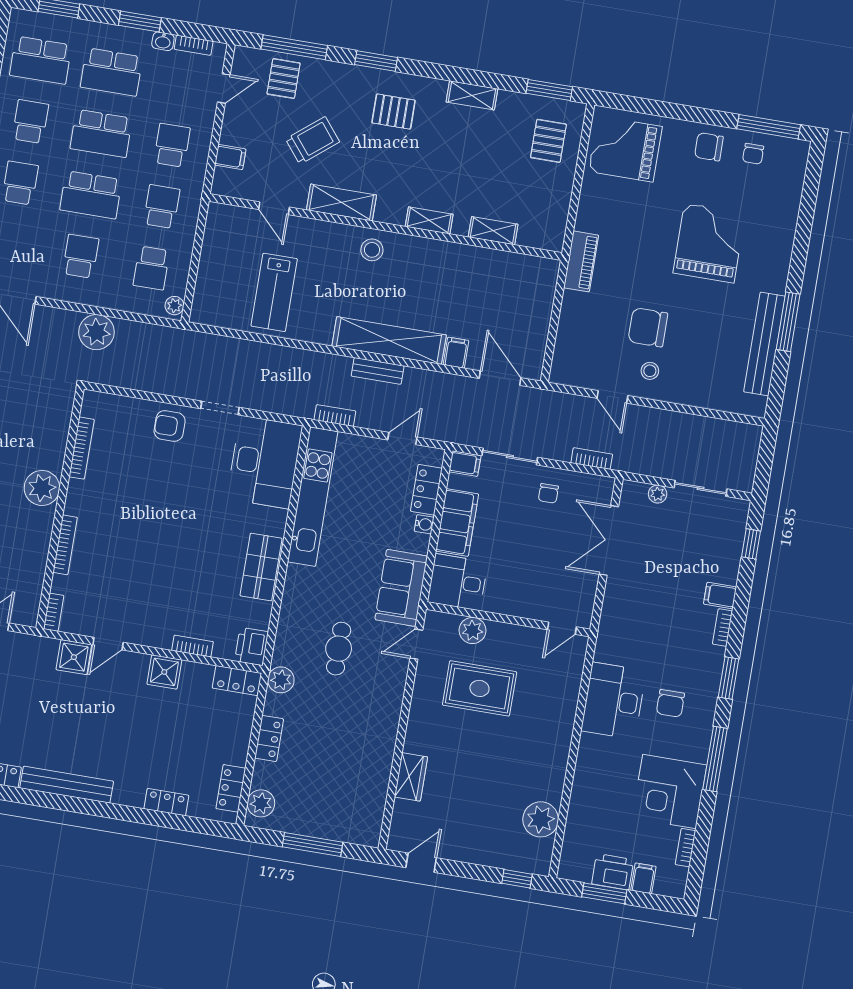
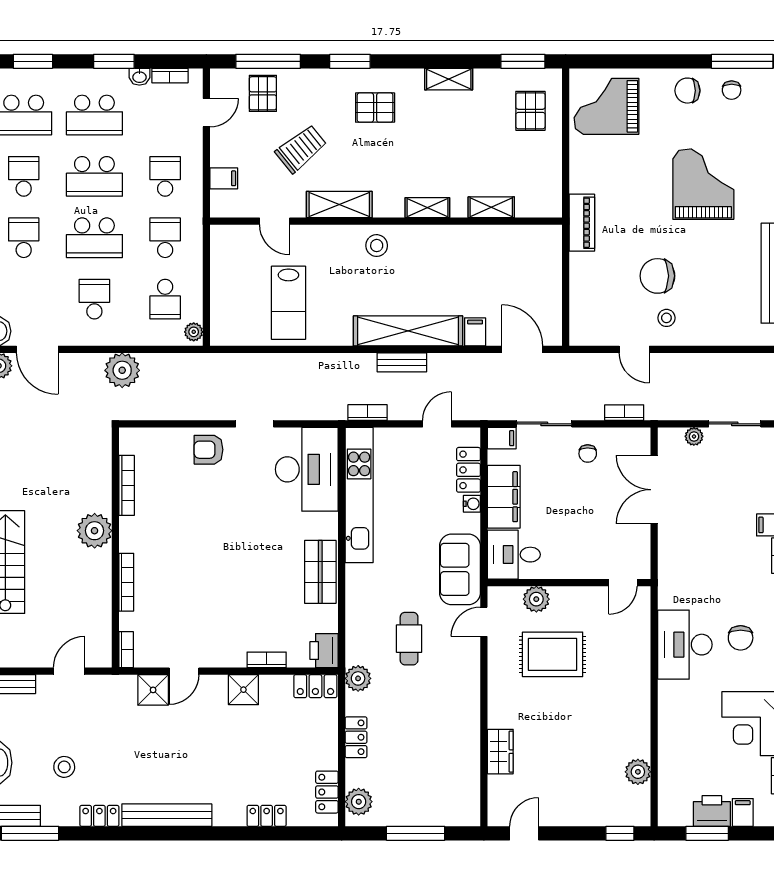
plant: (541, 819) -> (638, 772), width x0.73, depth x0.73

